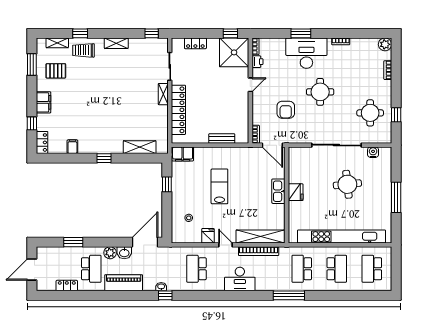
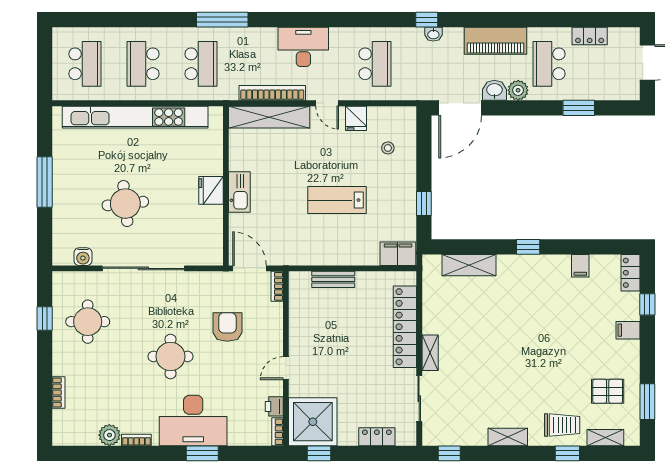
plant: (385, 44) -> (109, 435), moved
filing cabinet: (44, 102) -> (628, 330), width x0.50
lab bench: (219, 186) -> (337, 200), turned 90

